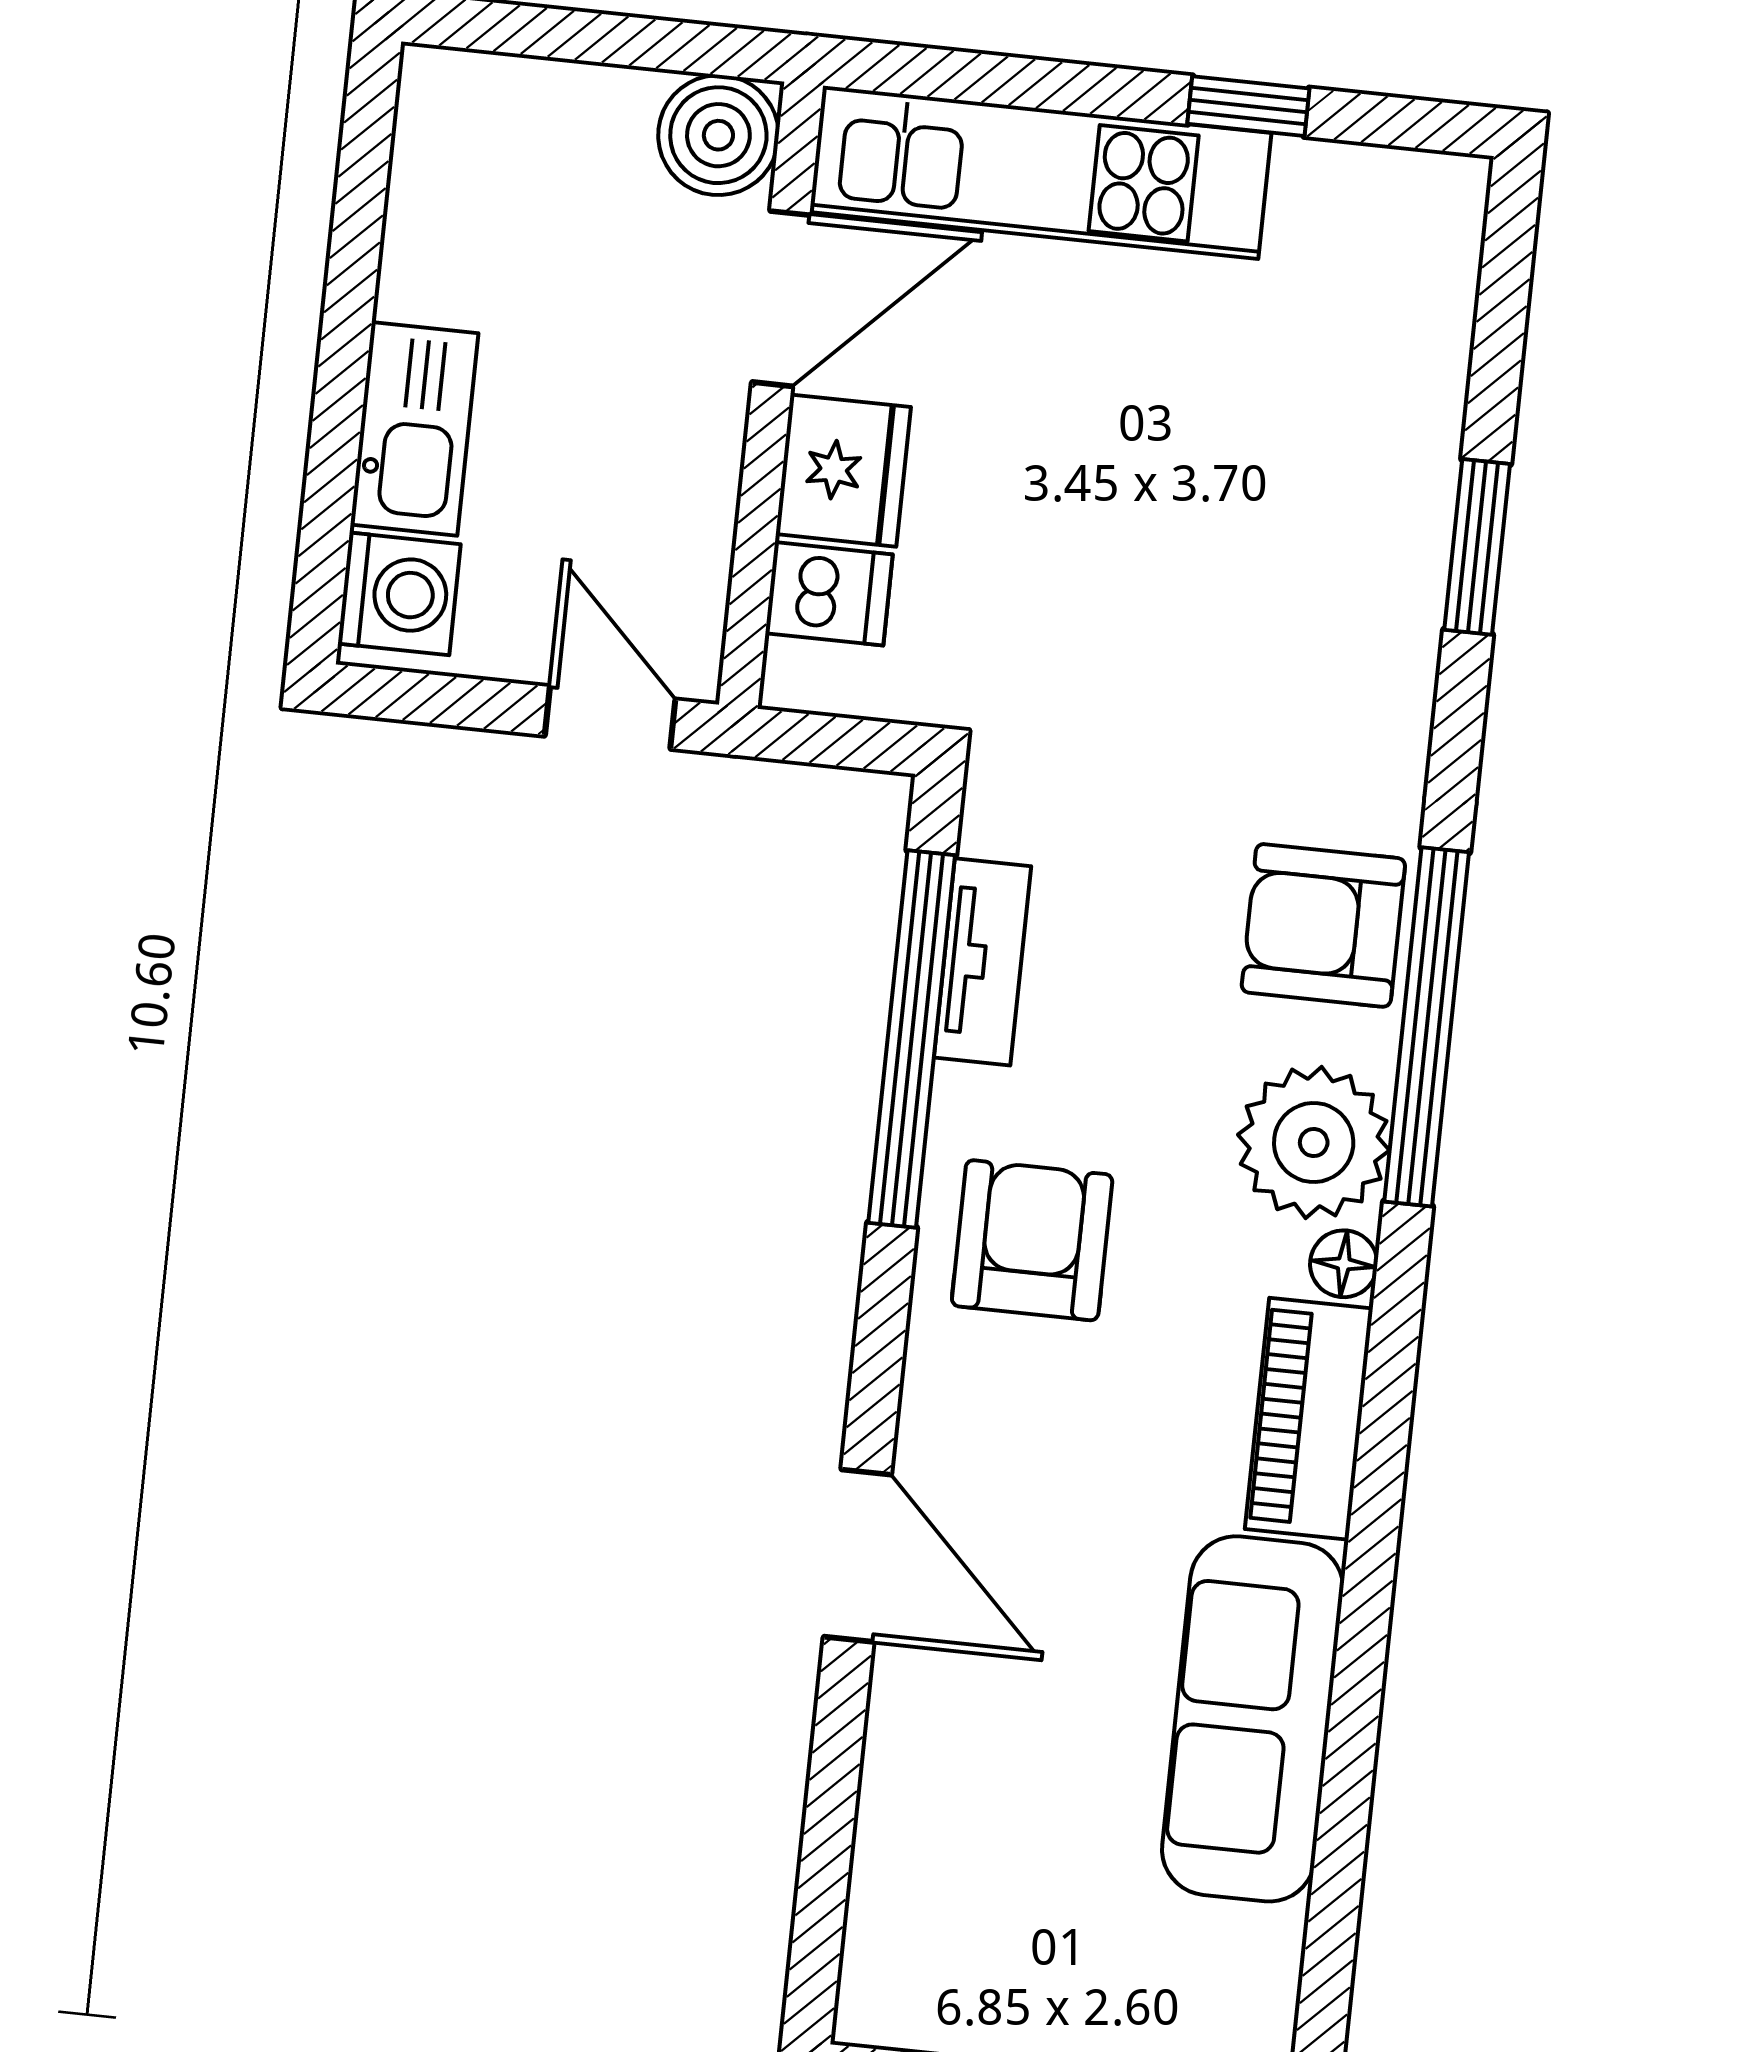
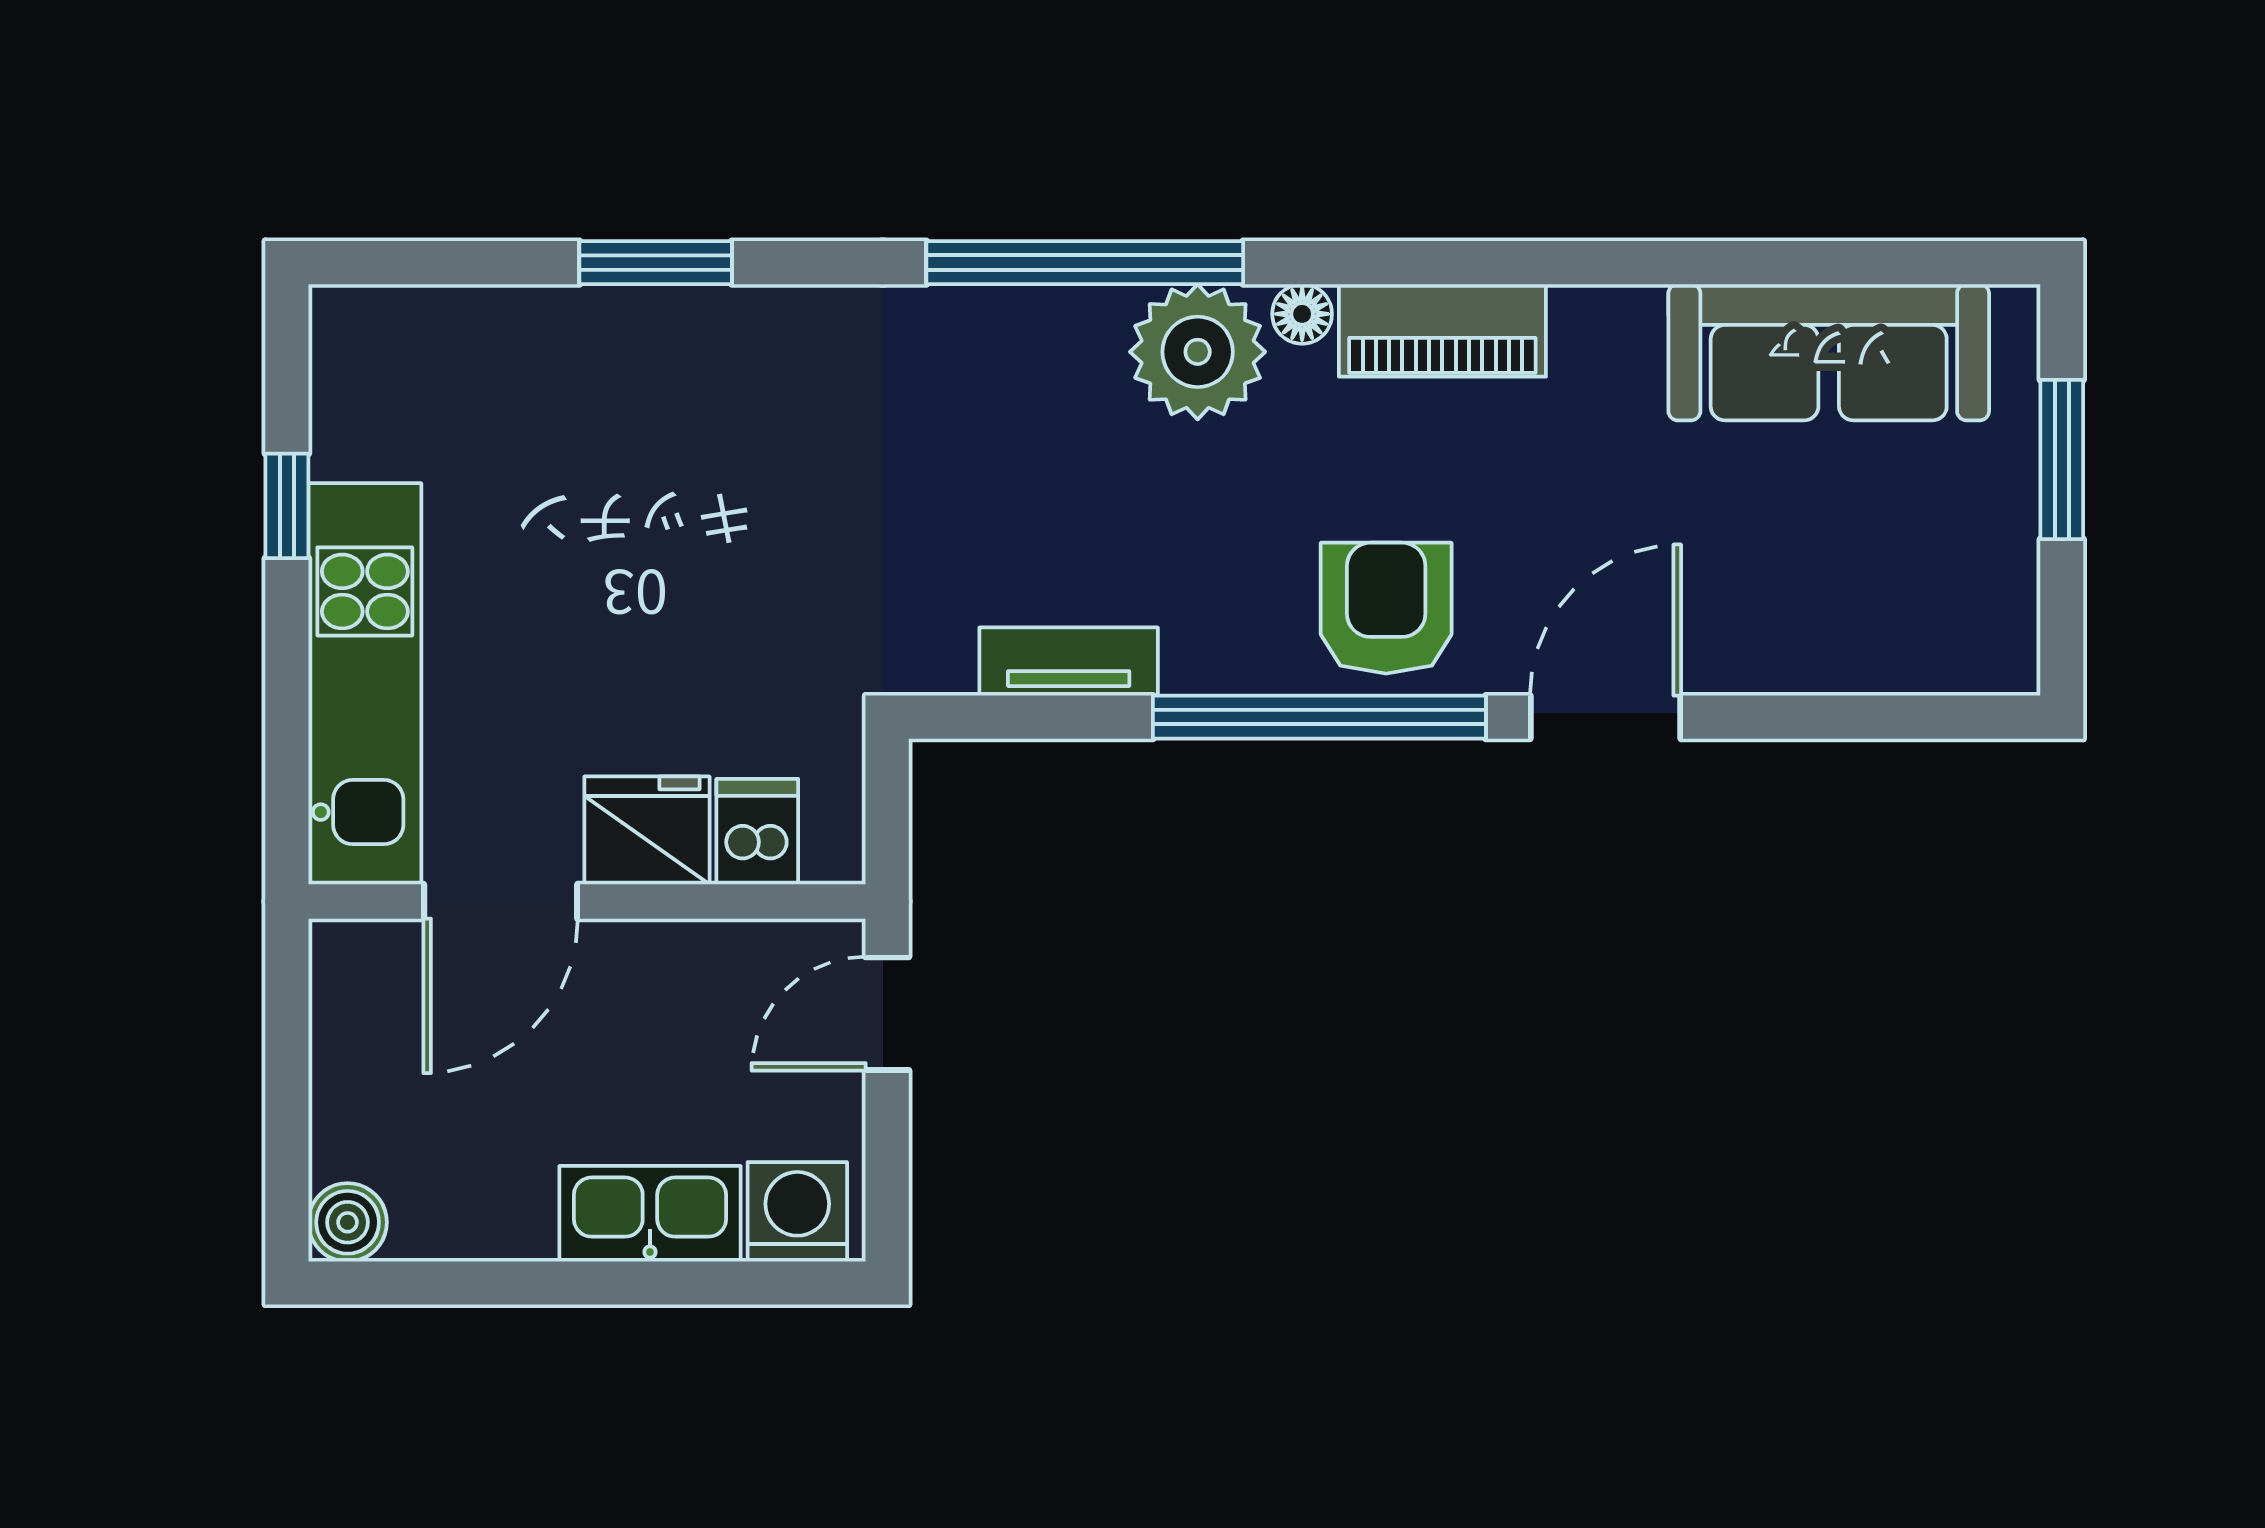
boiler: (718, 135) -> (348, 1222), moved, width x0.73, depth x0.73
door: (781, 299) -> (501, 901), swing flipped
armchair: (1323, 925) -> (1005, 363), removed
window: (912, 1039) -> (1319, 717), moved
armchair: (1032, 1240) -> (1386, 608), moved, turned 90
sofa: (1253, 1719) -> (1829, 352), moved

